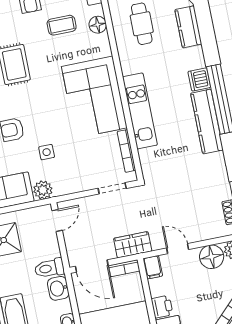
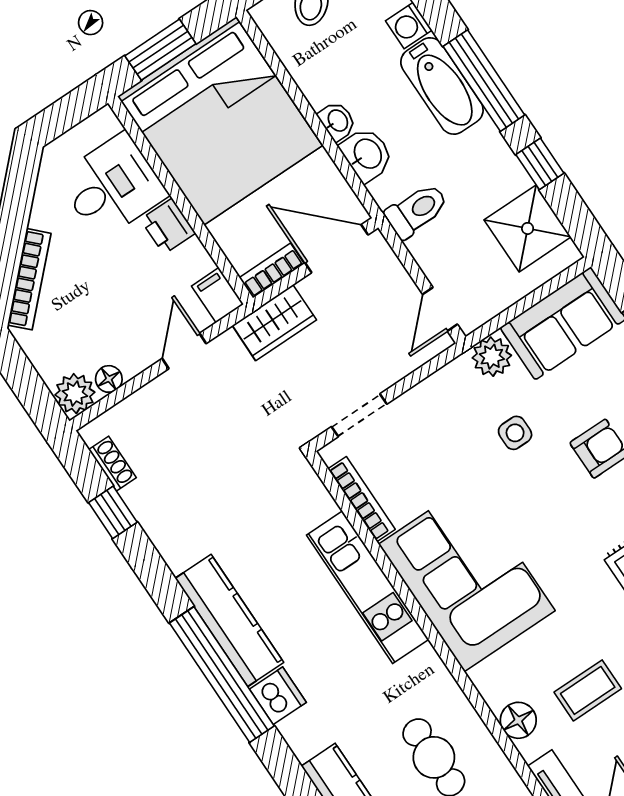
door: (178, 249) -> (184, 351), swing flipped
floor lamp: (212, 257) -> (109, 379), width x0.53, depth x0.53
washbasin: (58, 288) -> (367, 154), moved

